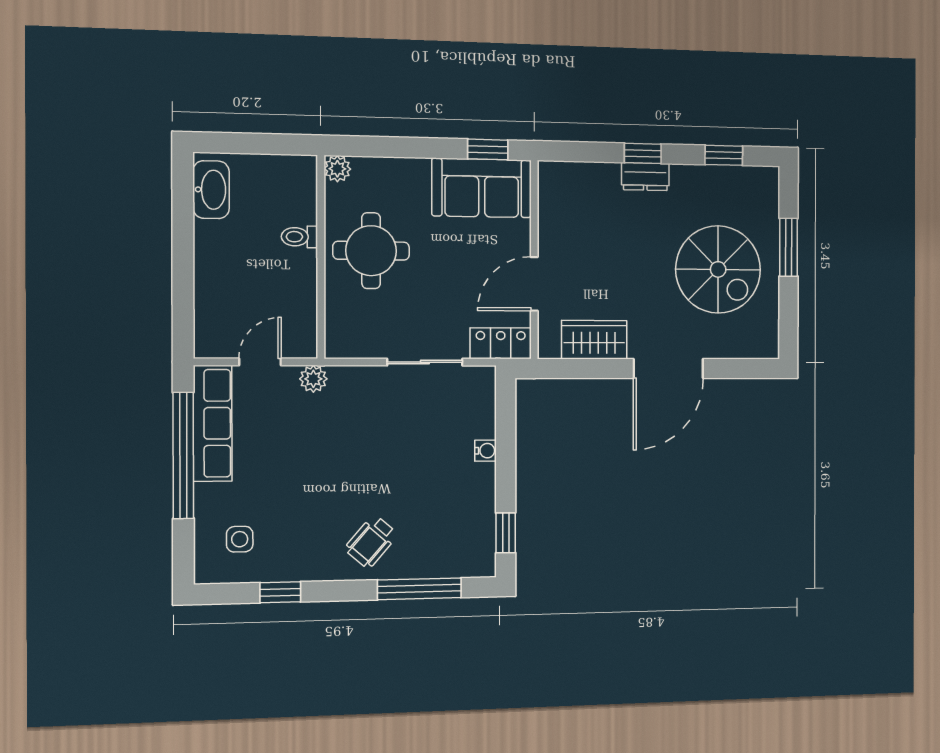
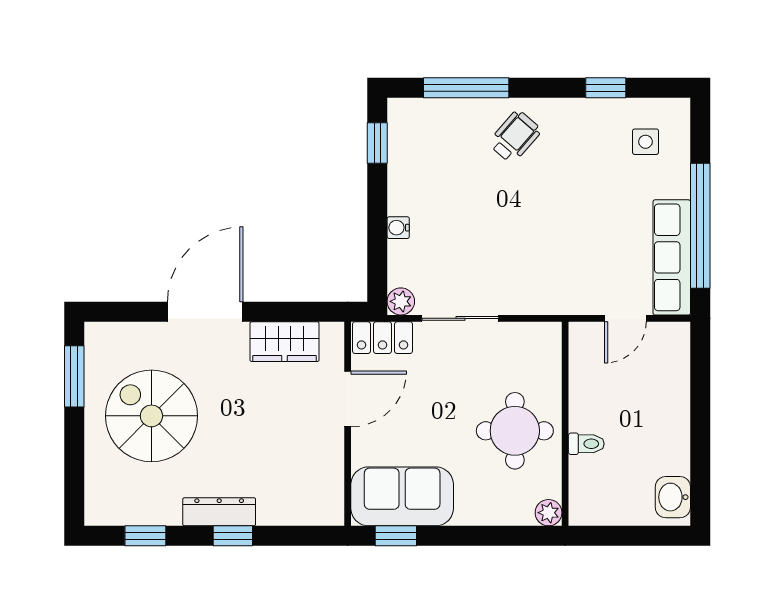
dresser: (645, 177) -> (219, 512), width x1.44
washbasin: (211, 190) -> (673, 497), width x0.72
window: (789, 247) -> (74, 376), moved
plant: (313, 379) -> (401, 301), moved

